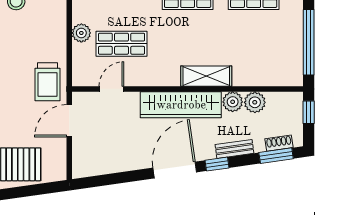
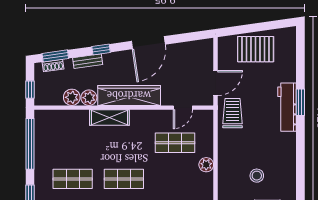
plant: (81, 33) -> (206, 165), moved
door: (175, 170) -> (148, 43), moved

